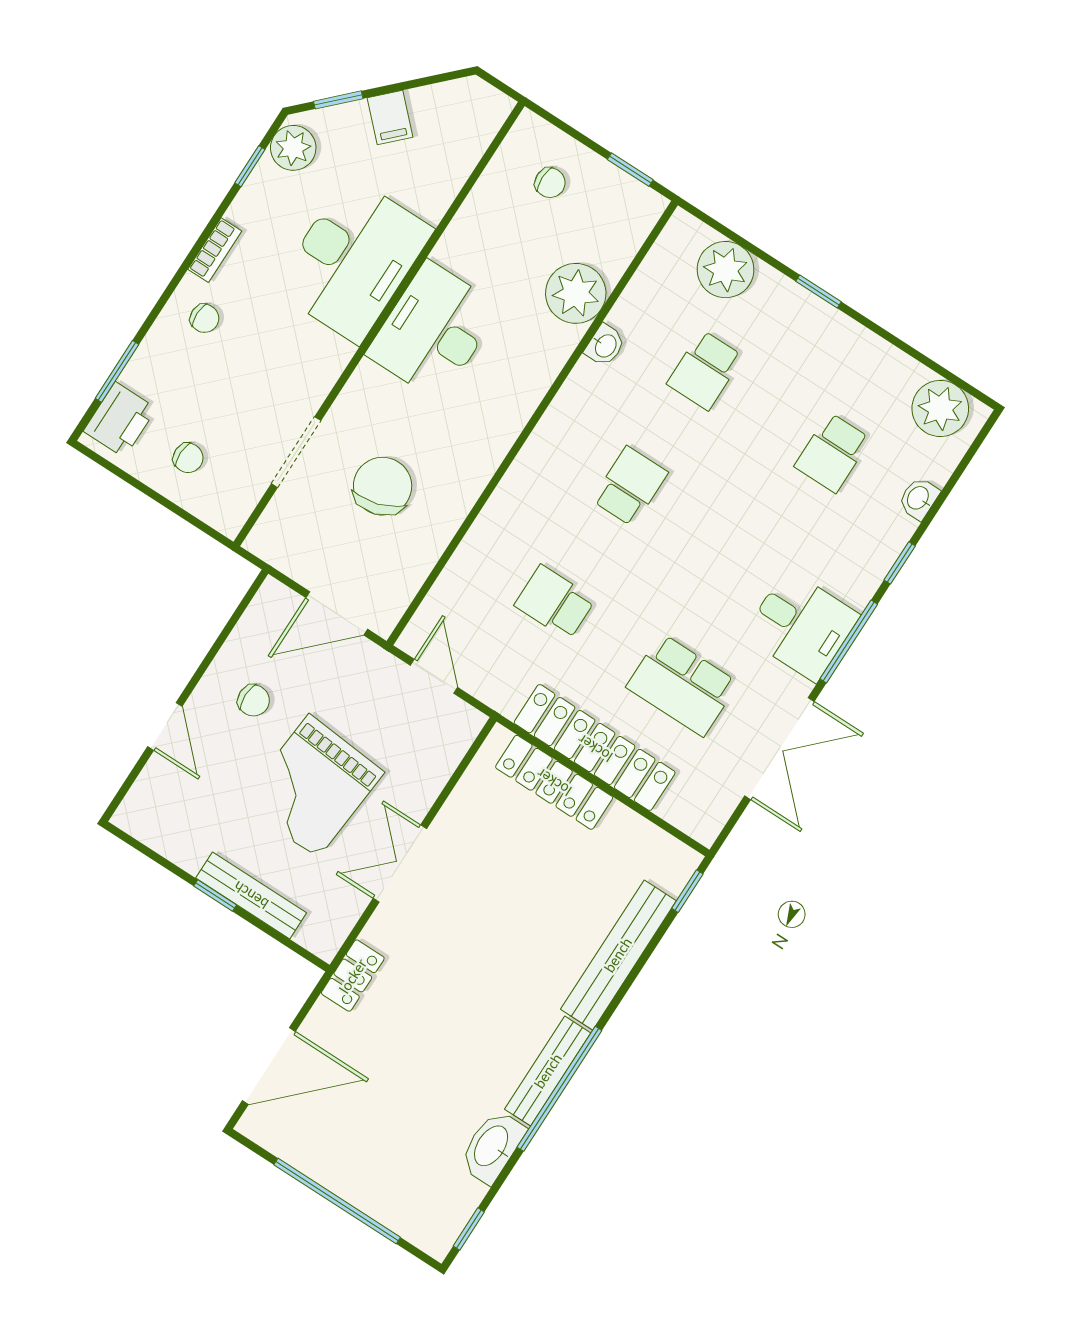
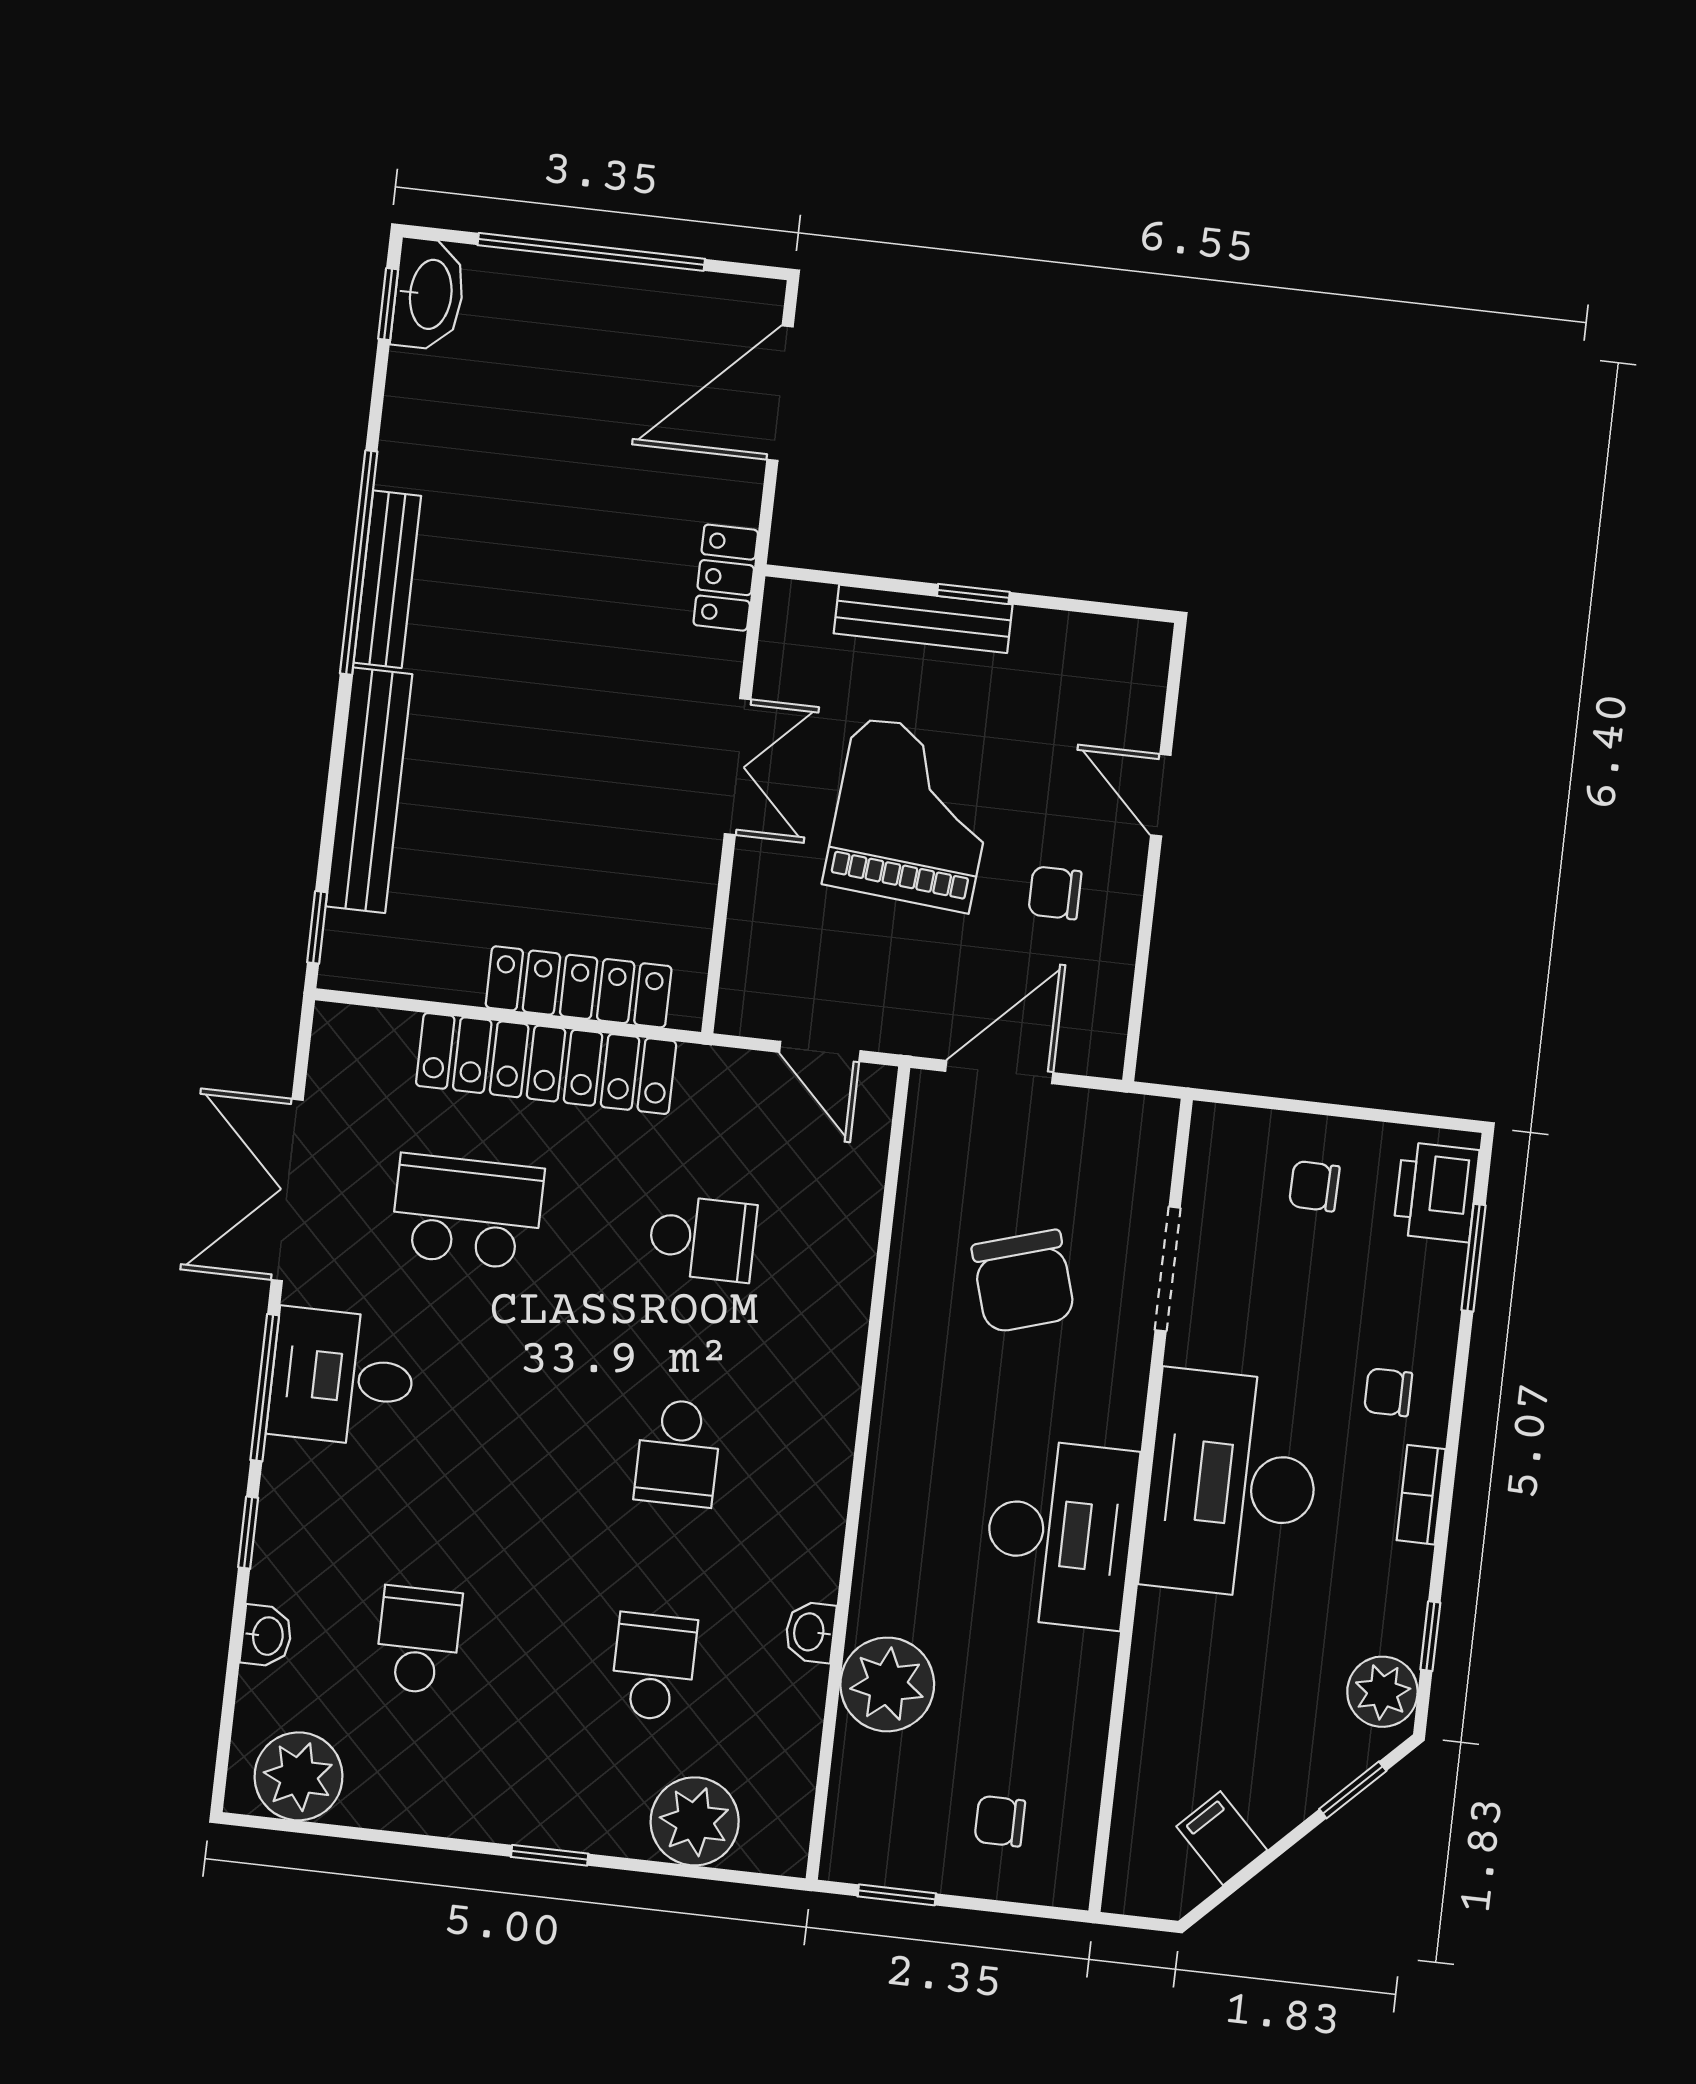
filing cabinet: (390, 118) -> (1222, 1838), moved
desk: (353, 259) -> (1232, 1484), moved
washbasin: (492, 1147) -> (429, 294), moved

